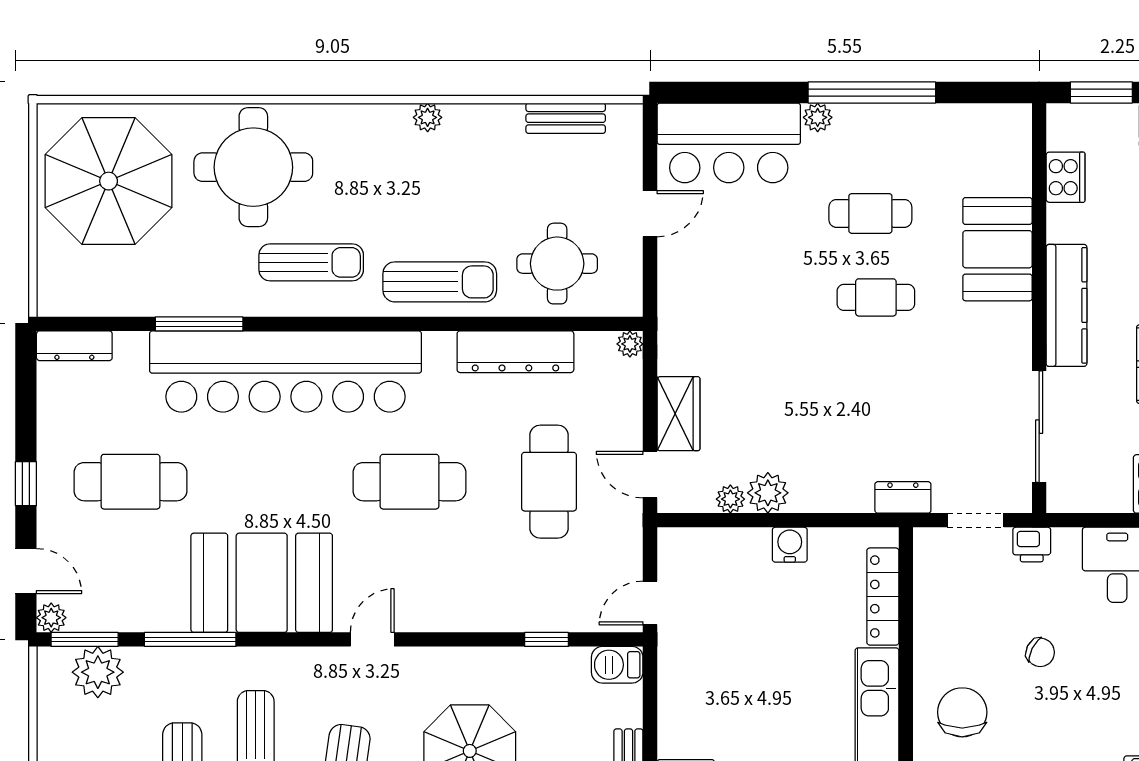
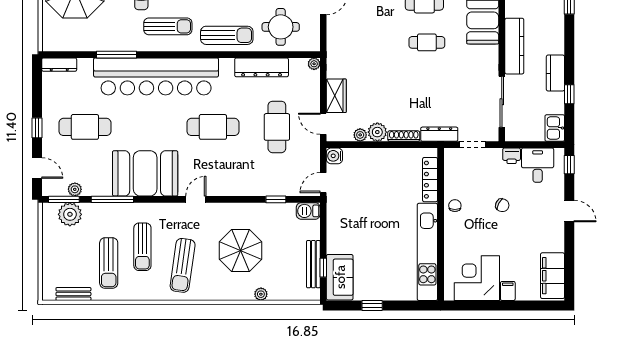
dresser: (903, 497) -> (439, 134), width x1.44
shoe rack: (825, 502) -> (404, 136), added
printer: (1032, 544) -> (512, 156), moved
water cooler: (790, 545) -> (334, 156), moved, turned -90
plant: (51, 618) -> (75, 189), moved
chair: (962, 712) -> (455, 206), moved, width x0.54, depth x0.54

